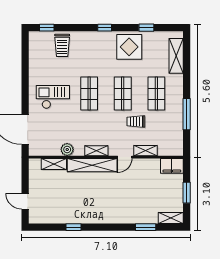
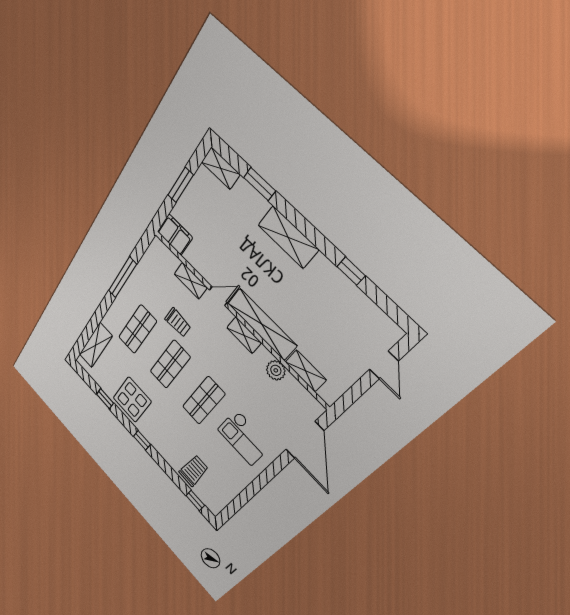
shelving: (113, 216) -> (288, 237), added

